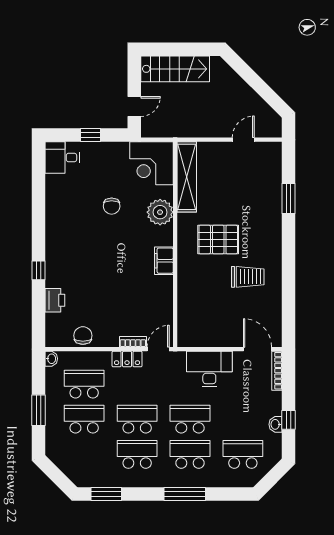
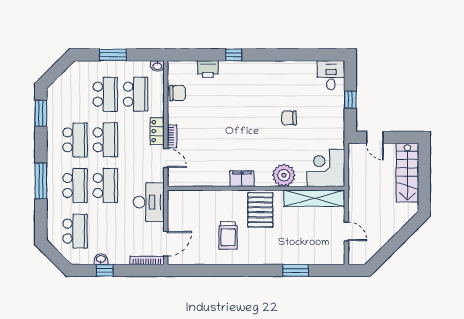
corner desk: (151, 163) -> (326, 168), moved
shelving: (187, 177) -> (314, 198), moved
plant: (160, 212) -> (284, 175), moved
wall: (175, 244) -> (256, 188), moved
filing cabinet: (164, 261) -> (242, 179), moved

